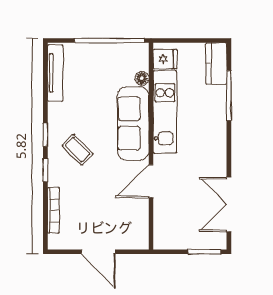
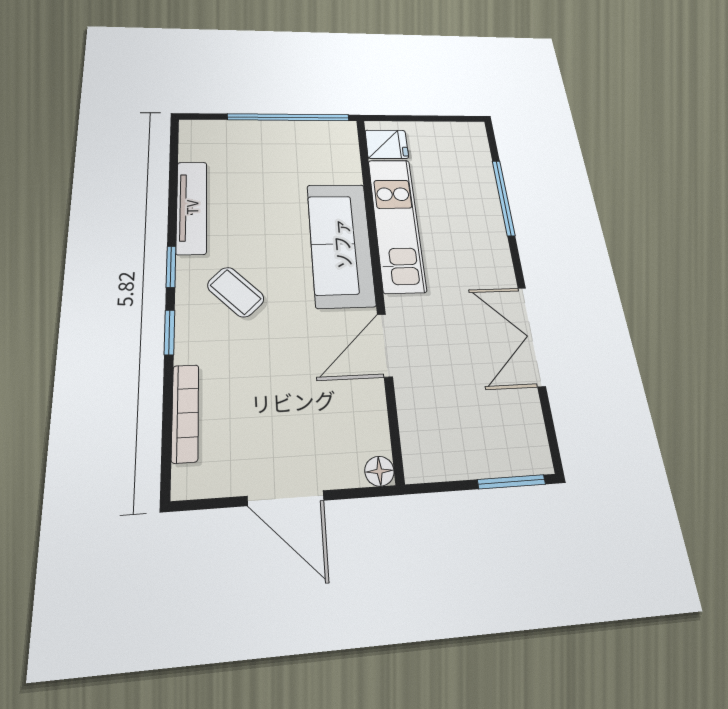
kitchen counter: (216, 63) -> (473, 151), removed
tv unit: (55, 73) -> (192, 207), moved
floor lamp: (142, 78) -> (379, 471), moved
double door: (229, 204) -> (531, 336), moved

